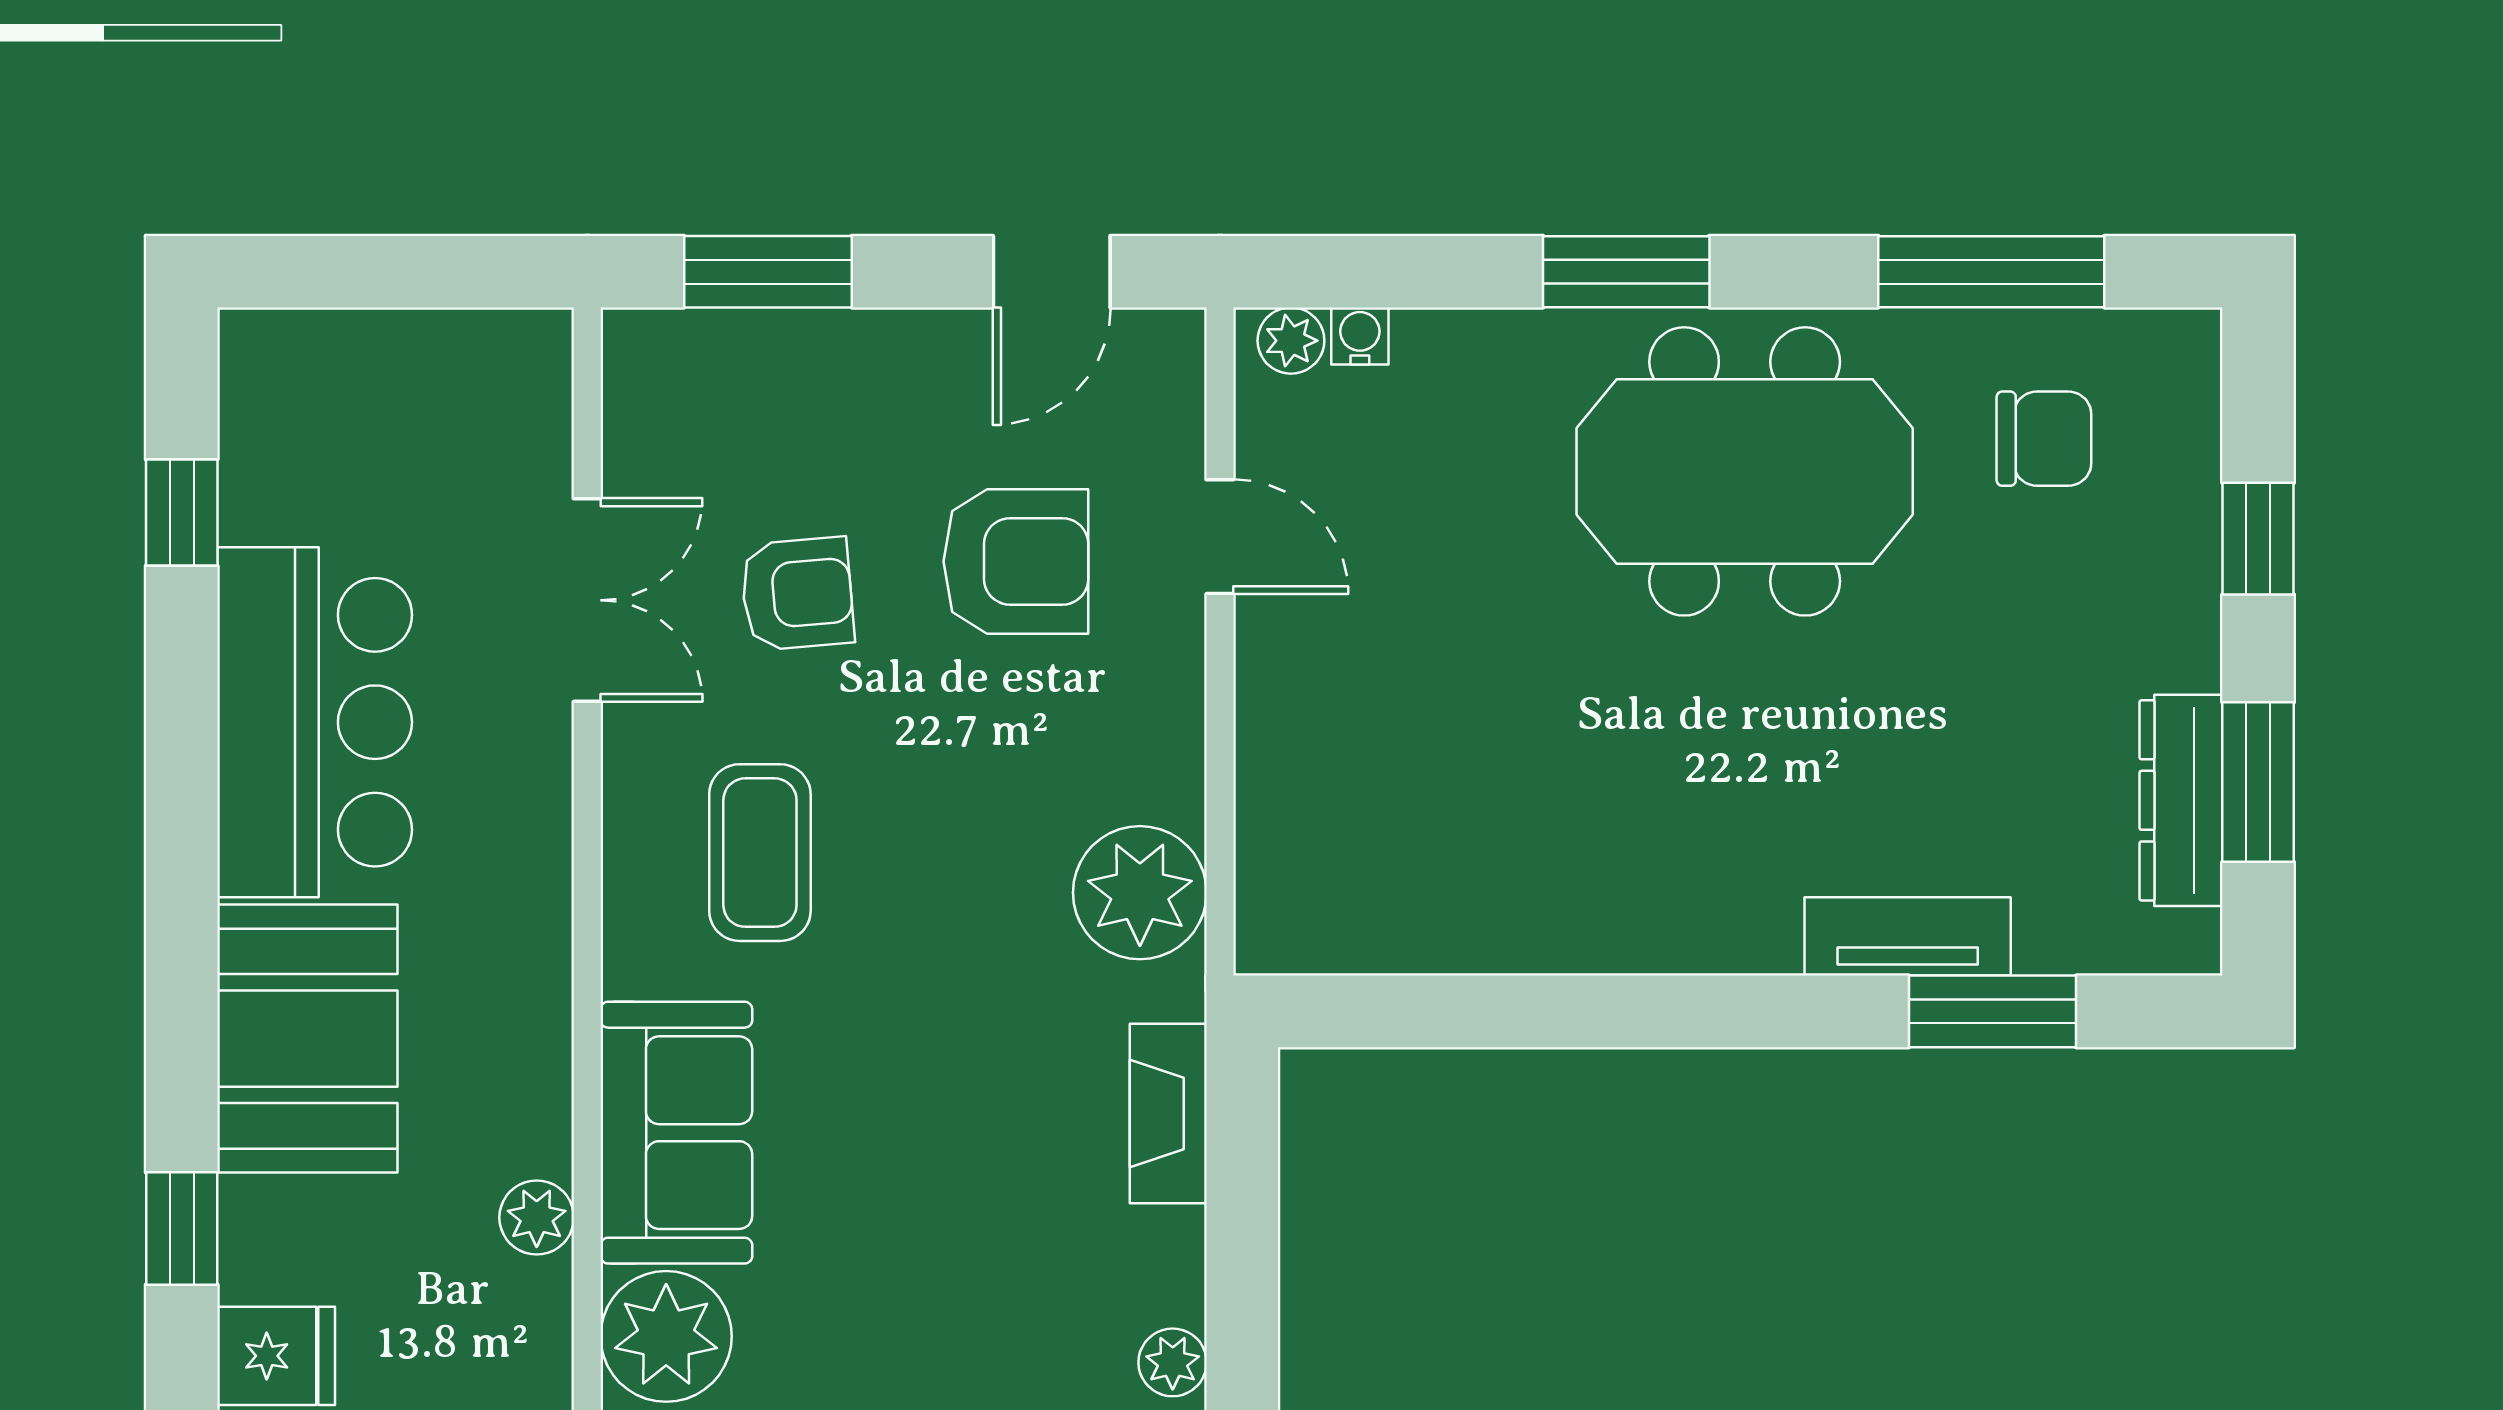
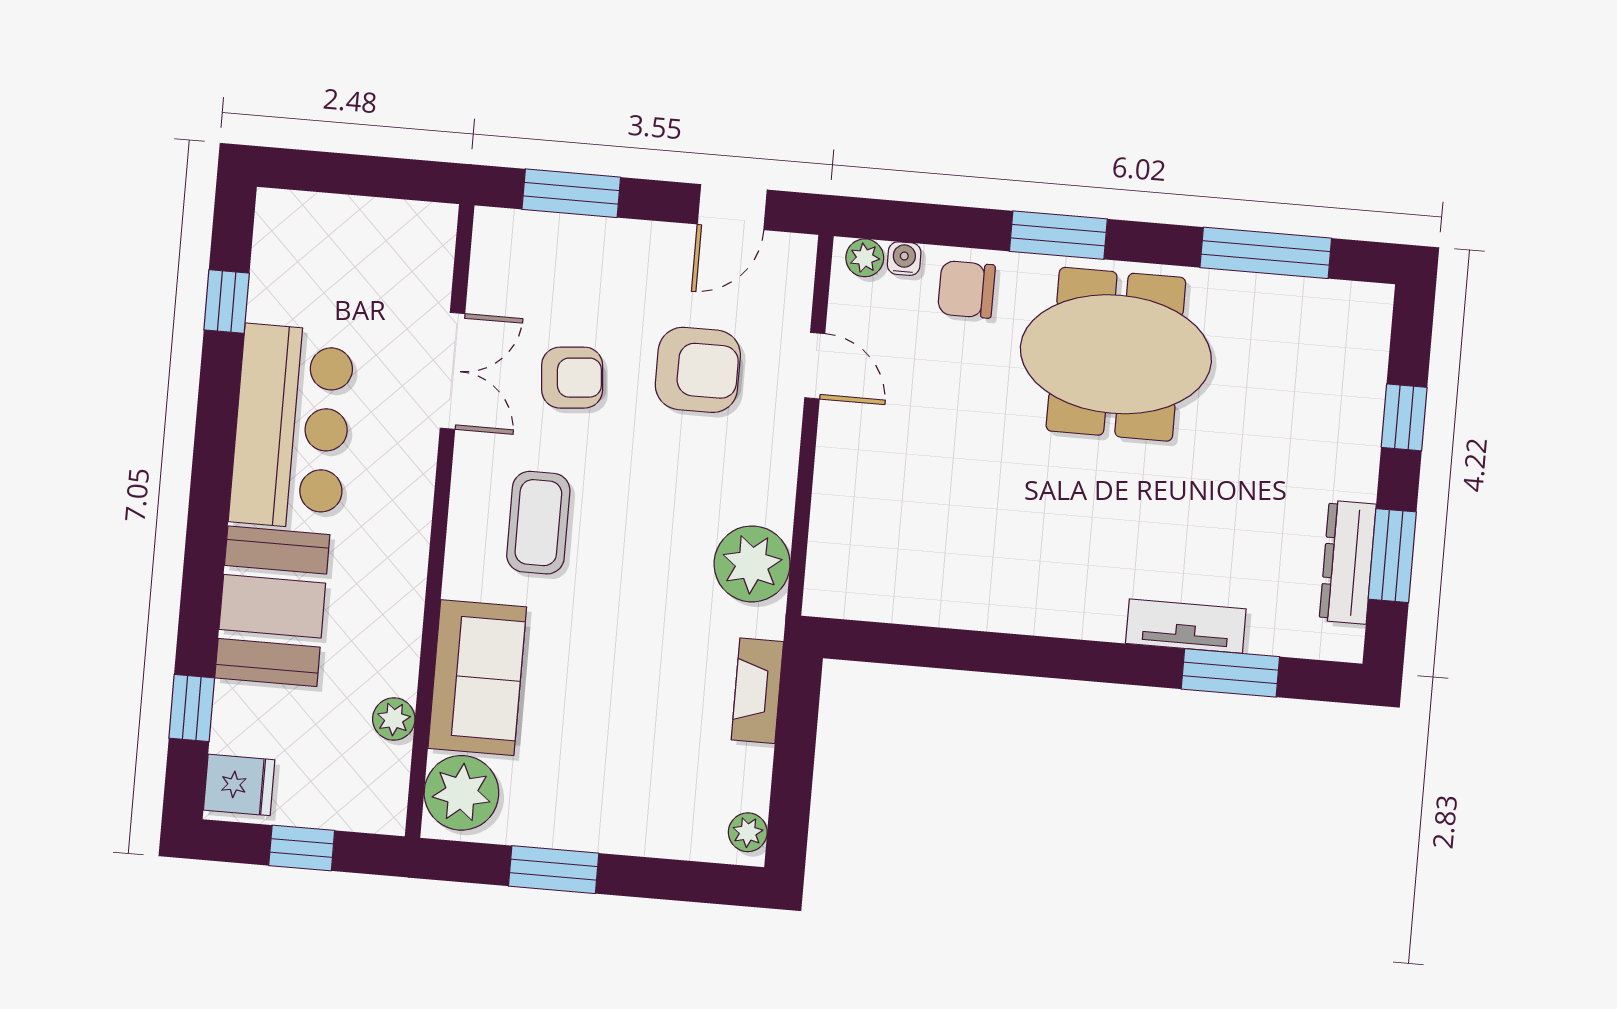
chair: (2044, 439) -> (966, 289), moved, turned 180

